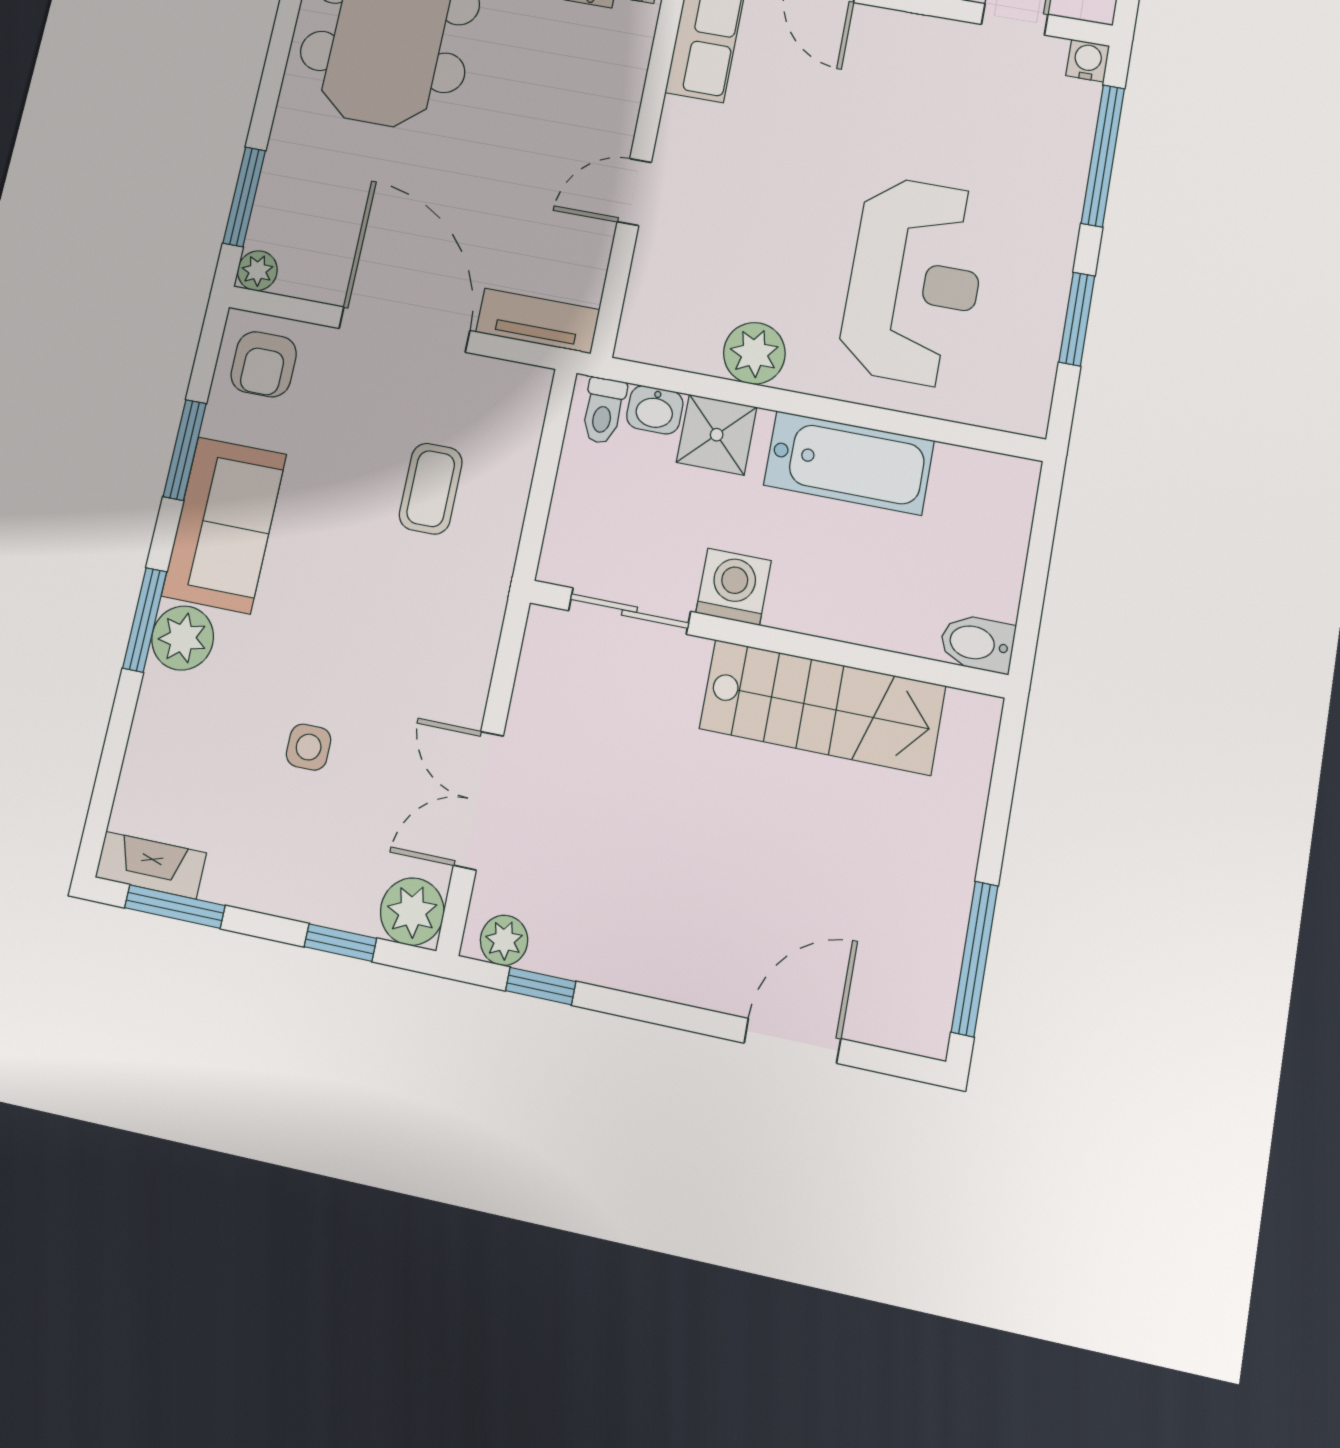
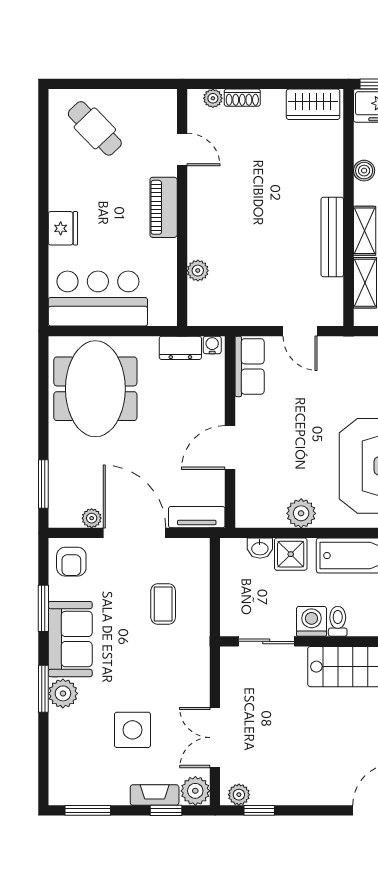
door: (634, 192) -> (230, 448), width x1.38
plant: (257, 271) -> (92, 518), moved
toilet: (603, 411) -> (338, 621), moved, turned 180
side table: (309, 747) -> (132, 730), width x1.87, depth x1.87
fireplace: (151, 865) -> (155, 795), moved

